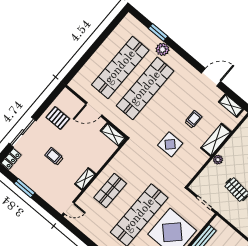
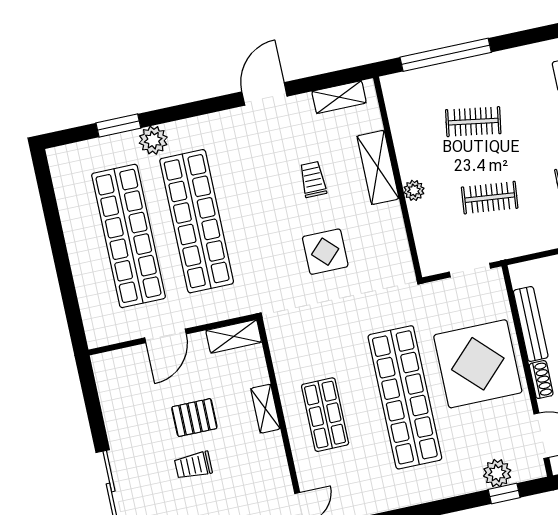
pallet: (58, 118) -> (194, 418), moved
shelving: (85, 179) -> (265, 409), moved

